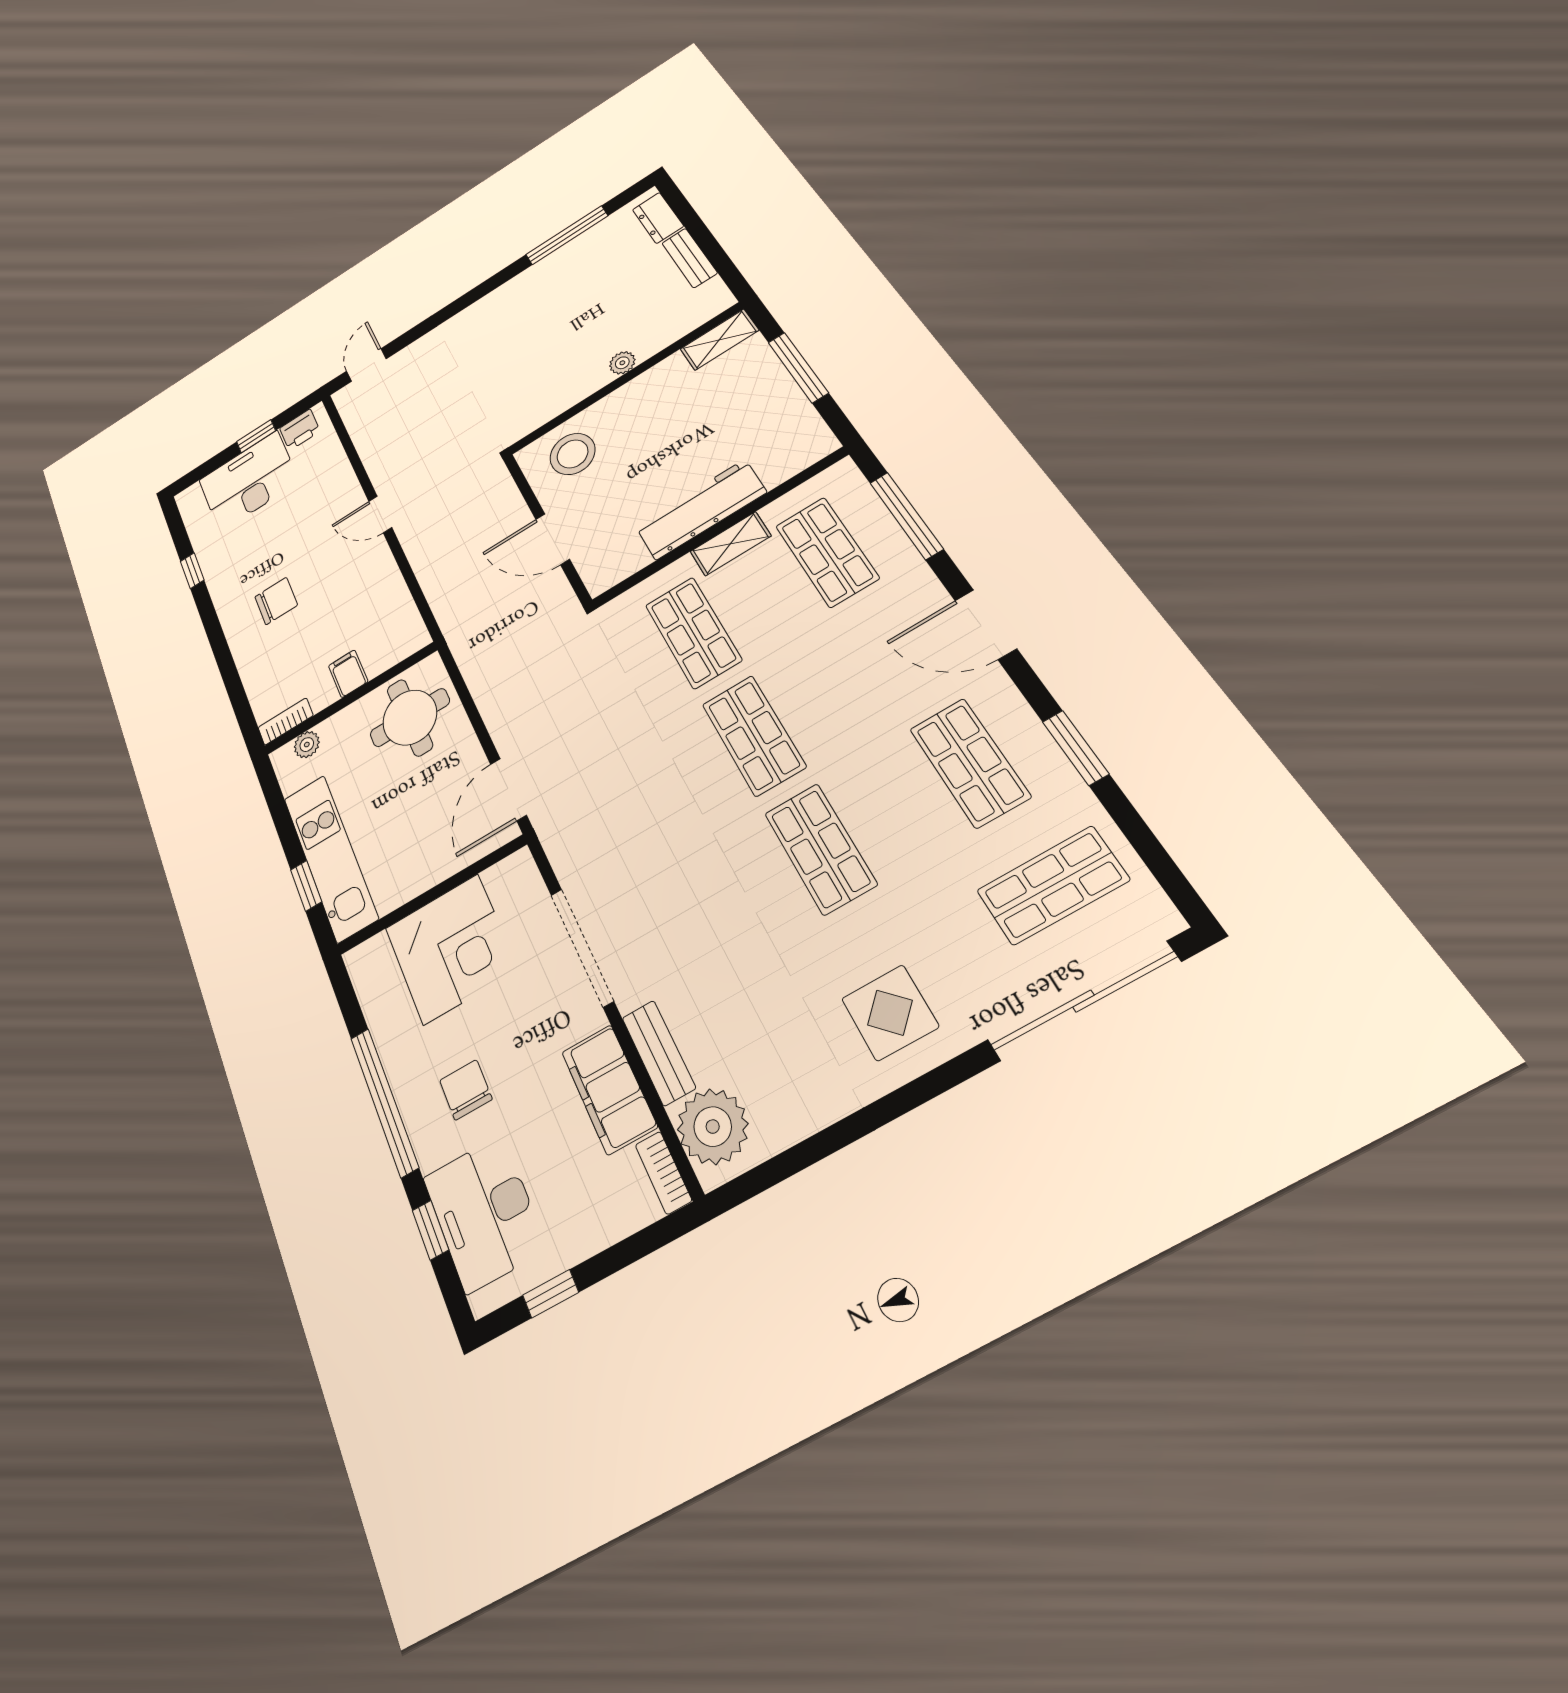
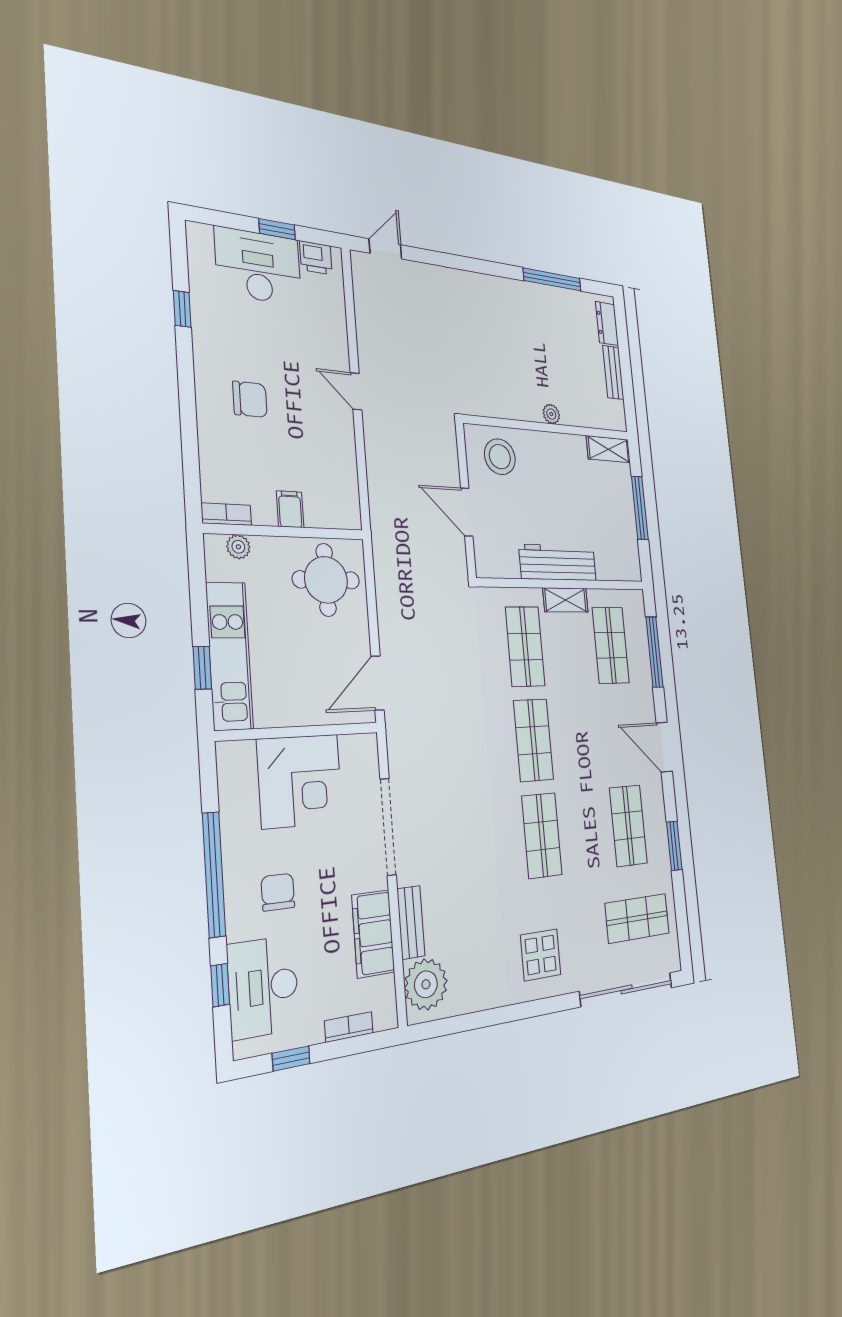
bookcase: (663, 1173) -> (349, 1027), moved, turned 90

